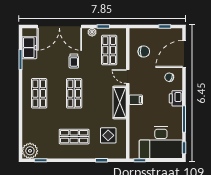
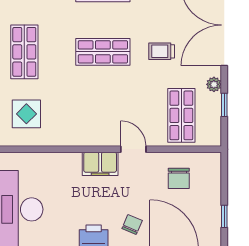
shop shelf: (109, 50) -> (181, 115), turned 90
door: (128, 77) -> (133, 149), hinge flipped
filing cabinet: (136, 100) -> (100, 164), width x2.00
shelving: (120, 103) -> (86, 134), removed

